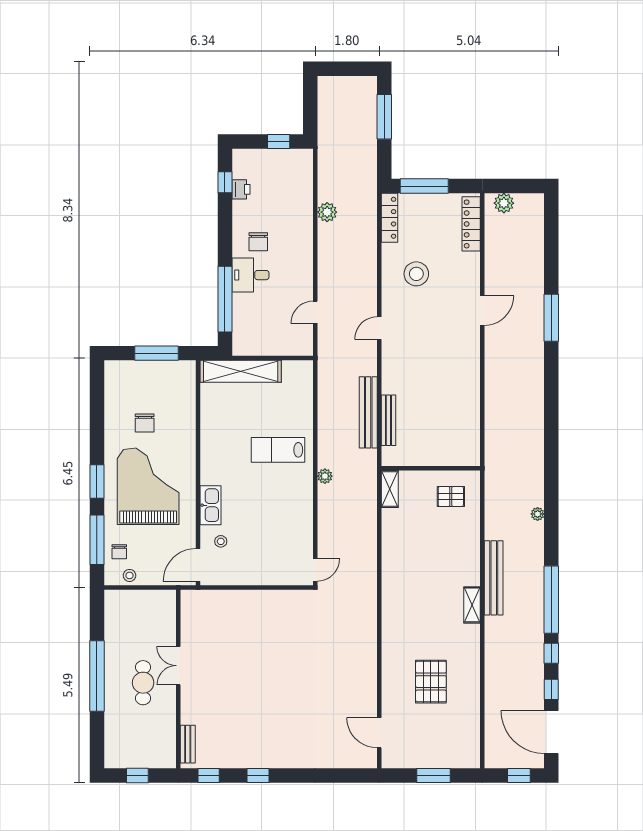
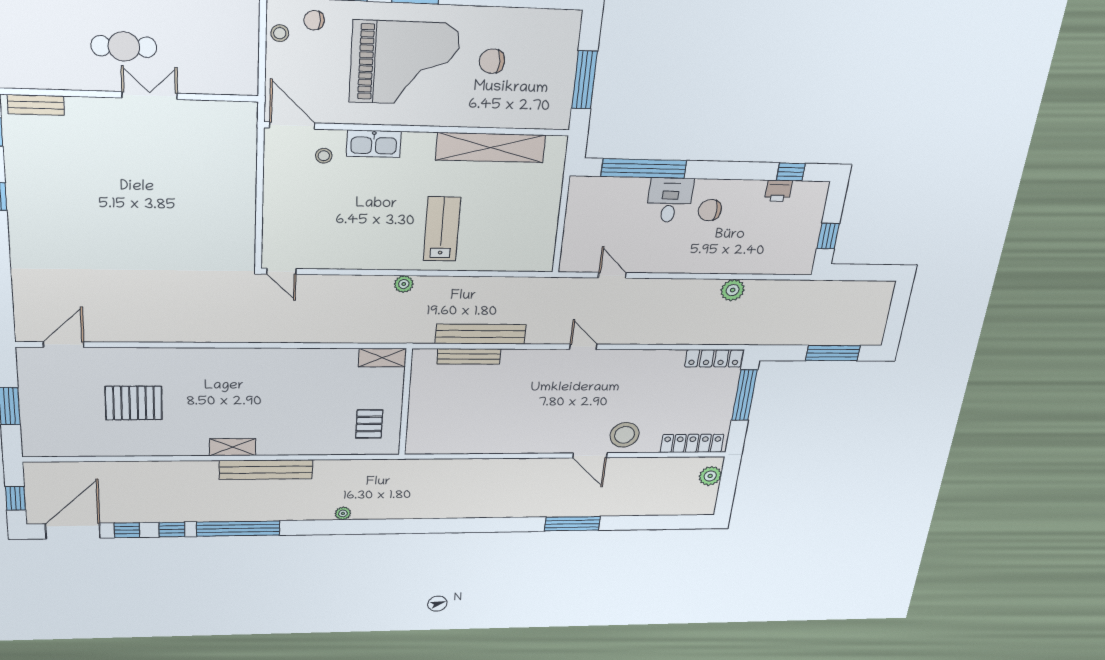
stool: (416, 274) -> (625, 435), moved
shelving: (241, 371) -> (491, 148), moved, turned 90

